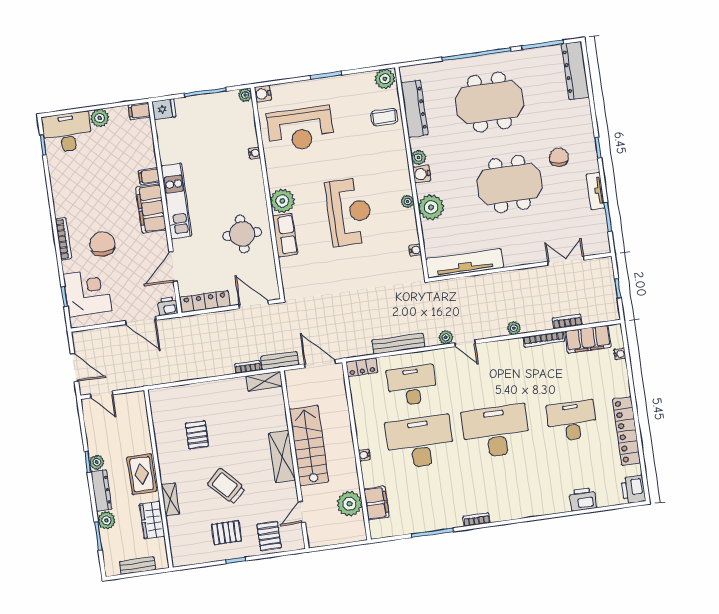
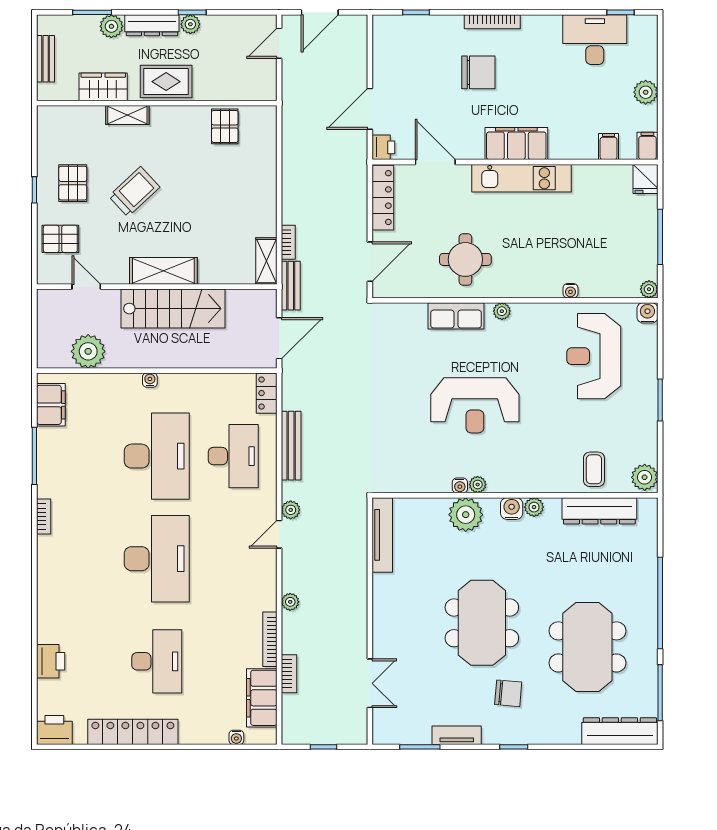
meeting table: (489, 102) -> (587, 647), moved
desk: (67, 132) -> (595, 40), moved, turned -90
filing cabinet: (149, 176) -> (609, 147), moved
plant: (282, 201) -> (502, 311), width x0.53, depth x0.53
water cooler: (415, 250) -> (460, 485), moved
tv unit: (465, 263) -> (382, 535), width x0.73, depth x0.78
corner desk: (87, 293) -> (417, 44), removed
pallet: (197, 435) -> (225, 126), moved, turned 90
filing cabinet: (376, 503) -> (51, 405), moved, turned -90

